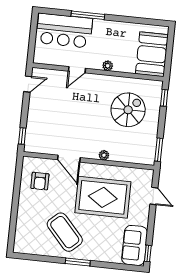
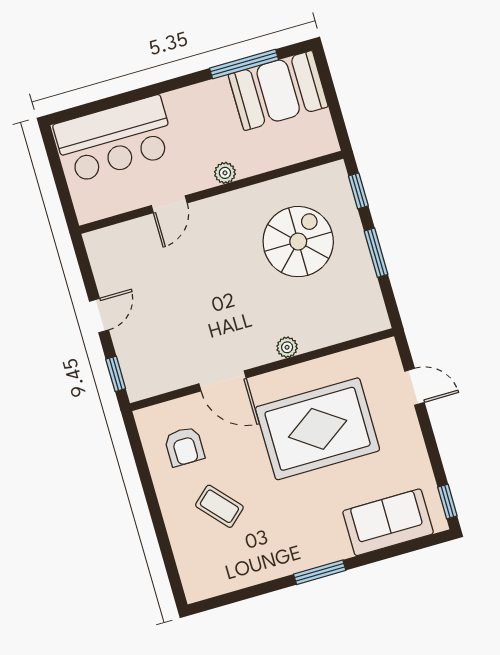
window: (88, 15) -> (244, 64), moved
booth: (152, 54) -> (278, 91), moved, turned 90
door: (28, 84) -> (99, 316), moved
window: (159, 150) -> (376, 253), moved
coffee table: (65, 232) -> (219, 506), moved, width x0.54, depth x0.58
sofa: (135, 245) -> (388, 522), moved, turned 90

